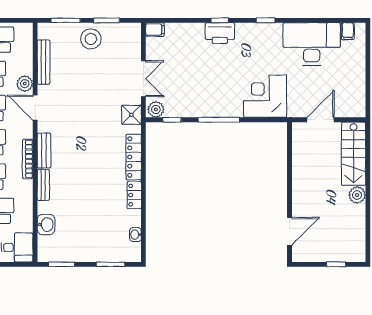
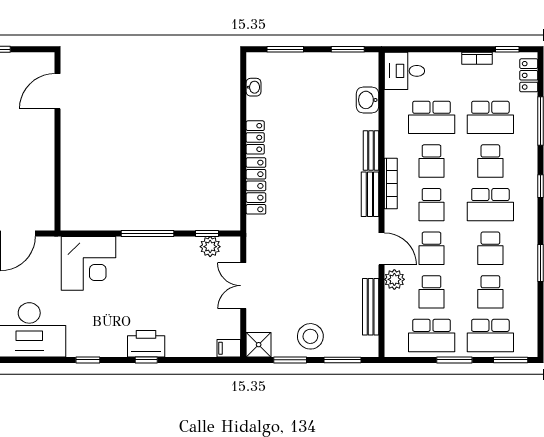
plant: (156, 109) -> (210, 247), moved
shower: (131, 115) -> (259, 345), moved

